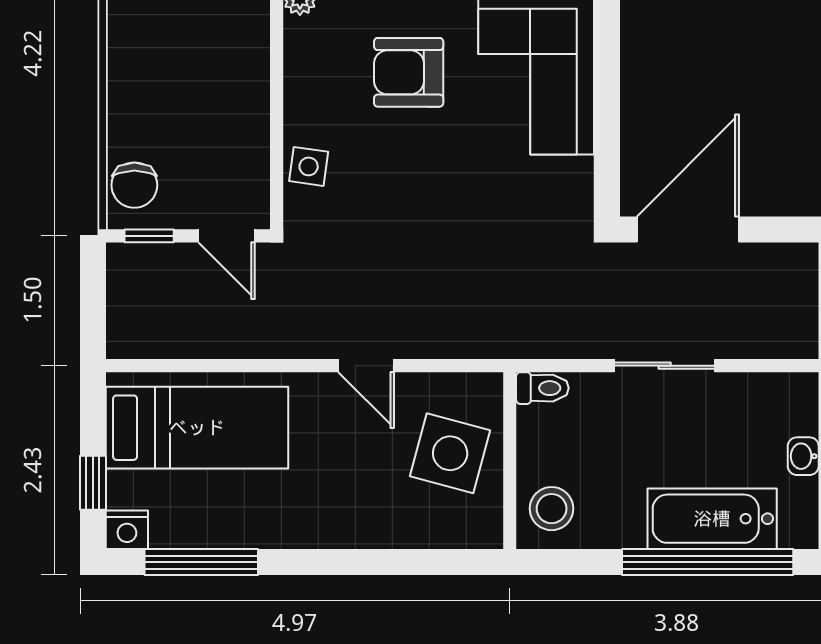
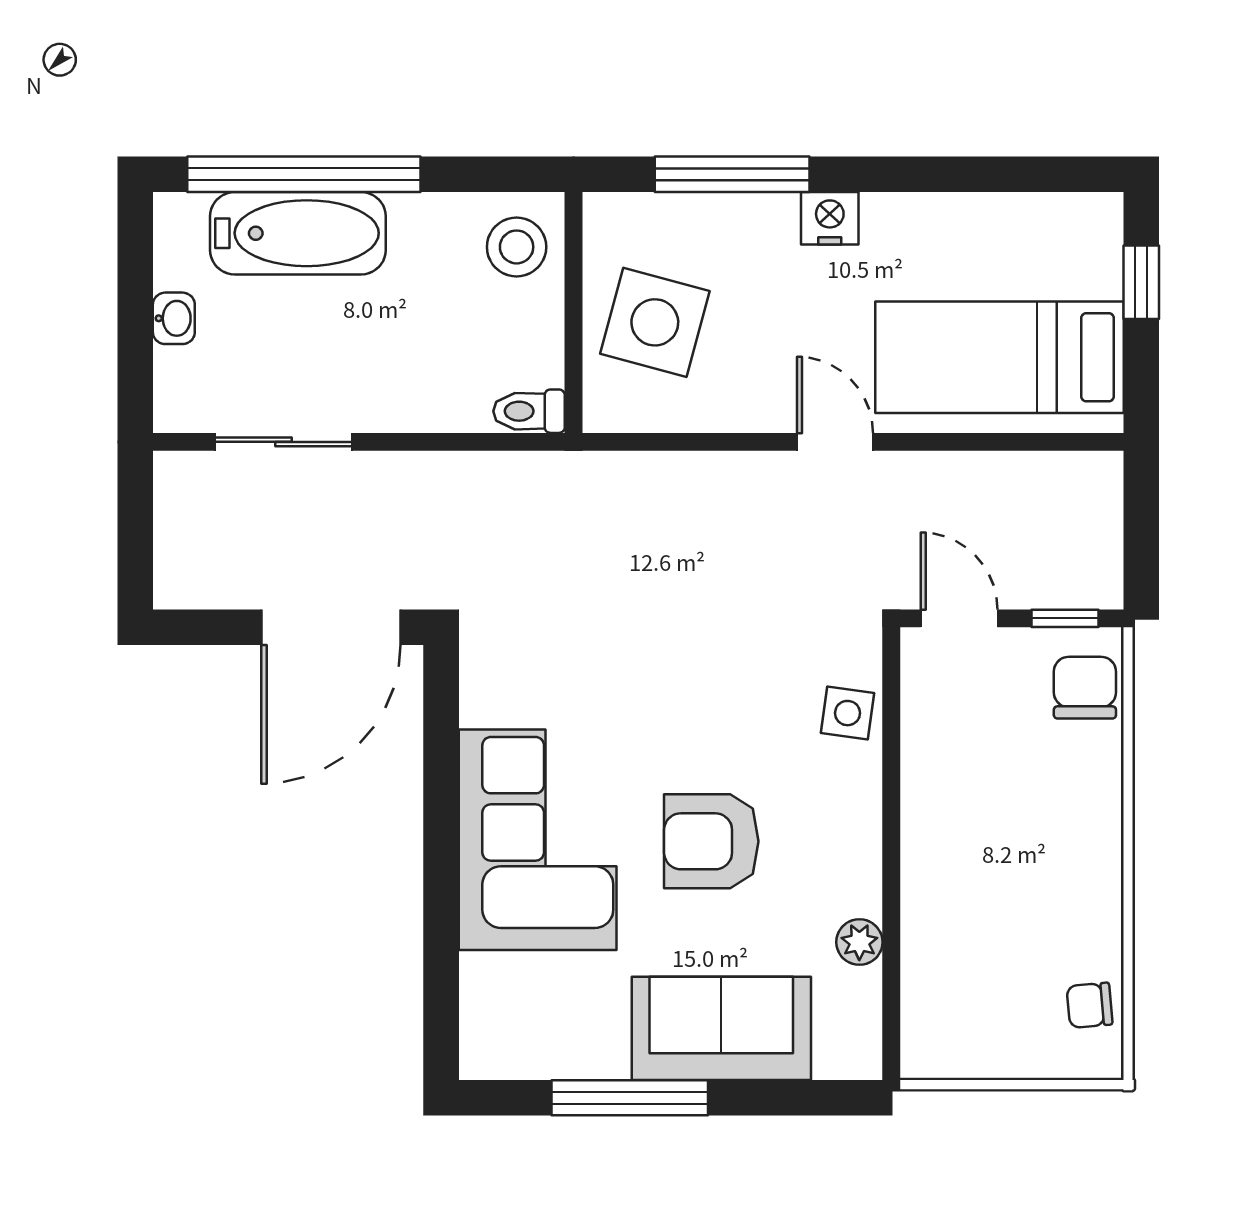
armchair: (409, 72) -> (711, 841), turned 180
door: (366, 366) -> (835, 442), moved
sliding door: (665, 366) -> (284, 442), moved
nightstand: (127, 530) -> (830, 218), moved
window: (201, 562) -> (732, 174), moved

